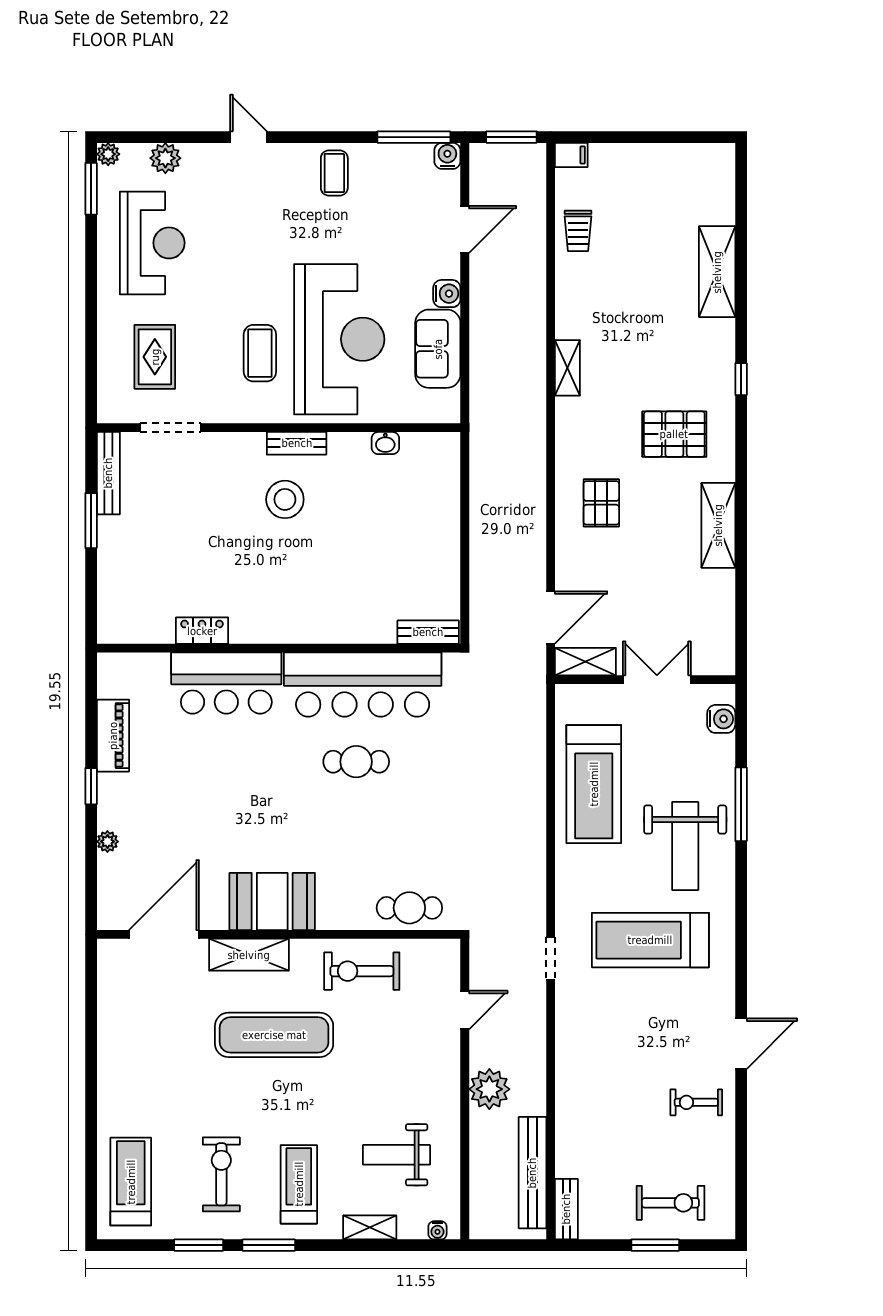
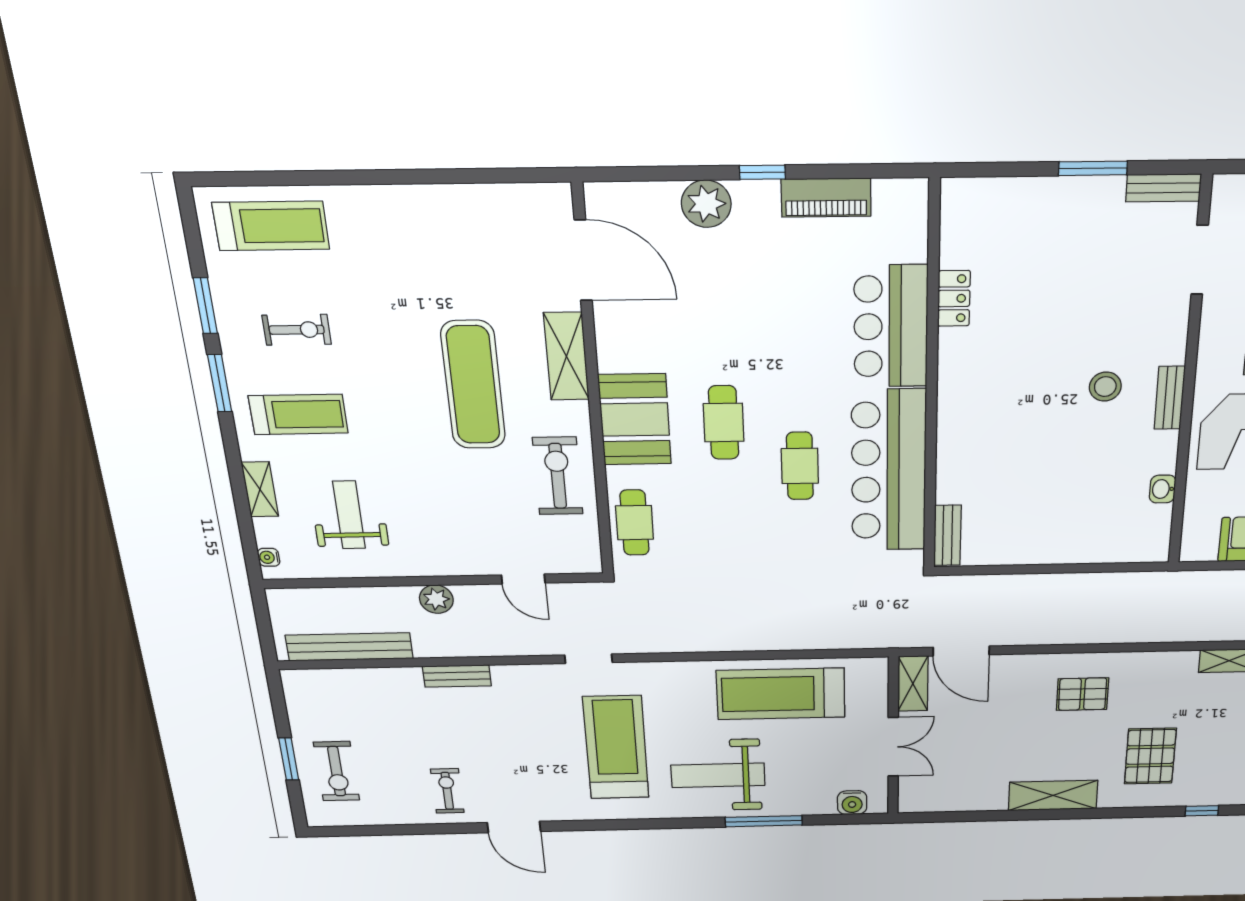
bench: (108, 473) -> (1164, 188), width x0.73
stool: (285, 499) -> (1105, 387), width x0.73, depth x0.73
cafe table: (313, 826) -> (724, 423), added
plant: (107, 842) -> (706, 204), width x1.87, depth x1.87
booth: (272, 901) -> (635, 420), moved
plant: (489, 1089) -> (436, 599), width x0.73, depth x0.73
exercise bike: (221, 1174) -> (297, 330), width x0.73, depth x0.72
bench: (566, 1209) -> (457, 676), moved

